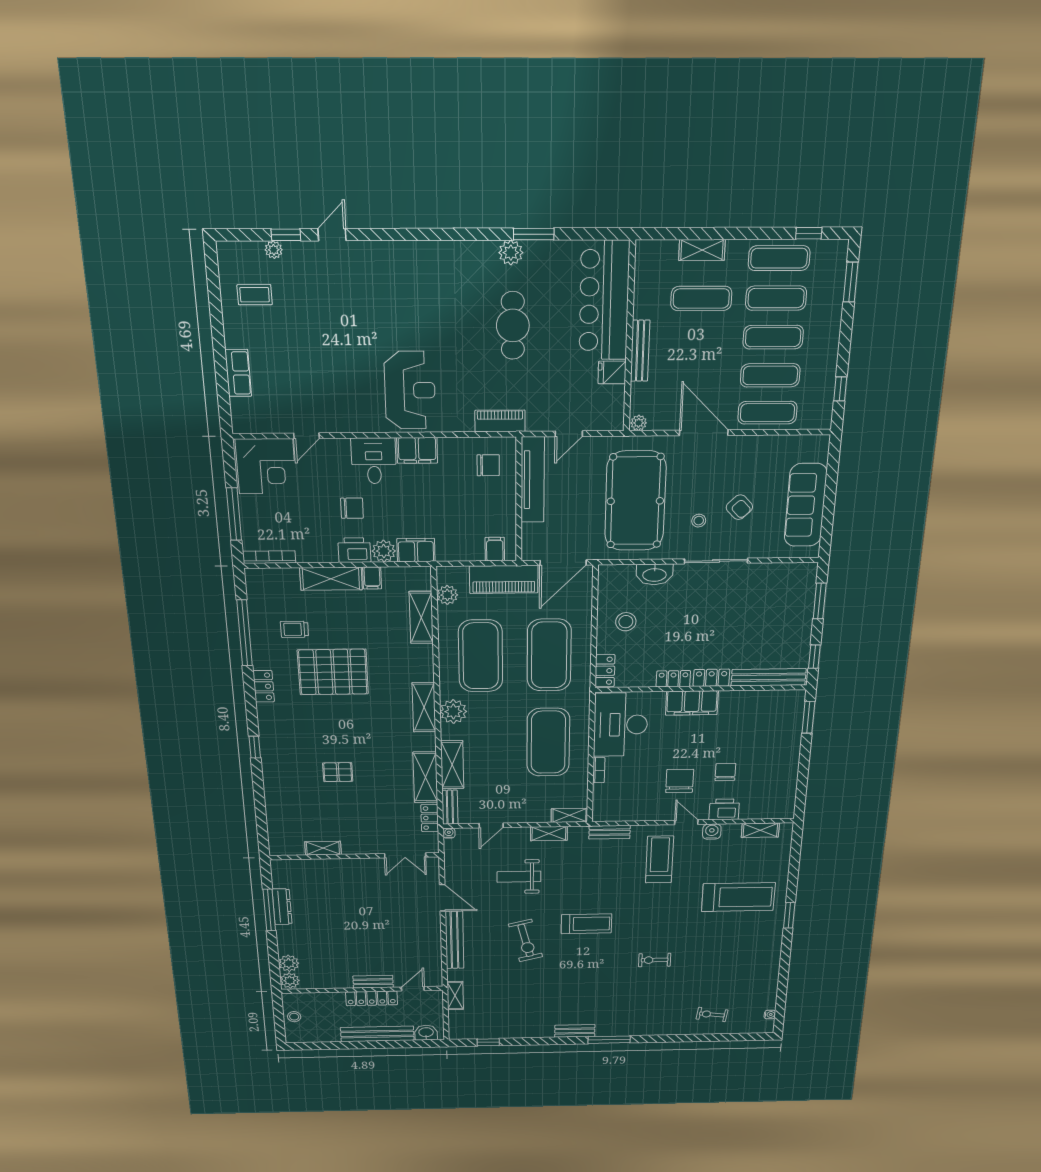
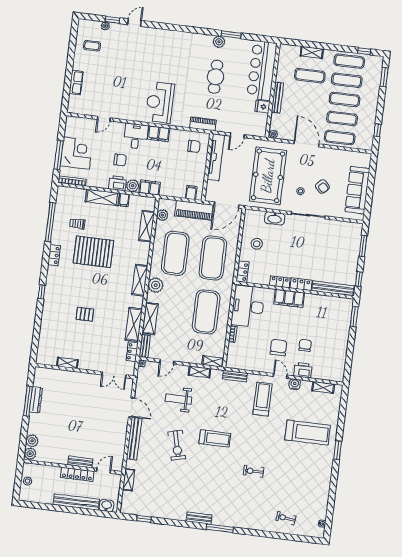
reception desk: (410, 390) -> (160, 102), turned 180
corner desk: (266, 466) -> (76, 153), moved, turned -90

